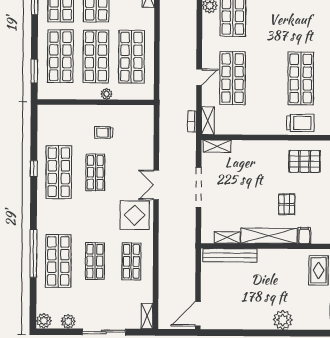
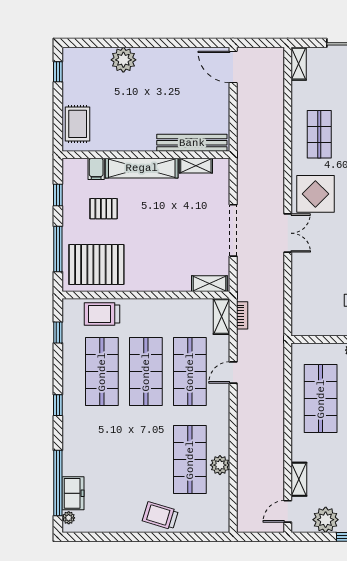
shop shelf: (267, 78) -> (146, 372), added
pallet: (304, 161) -> (96, 264), width x1.37, depth x1.41
pallet: (287, 204) -> (104, 209), moved, turned 90
door: (198, 314) -> (233, 67), swing flipped

